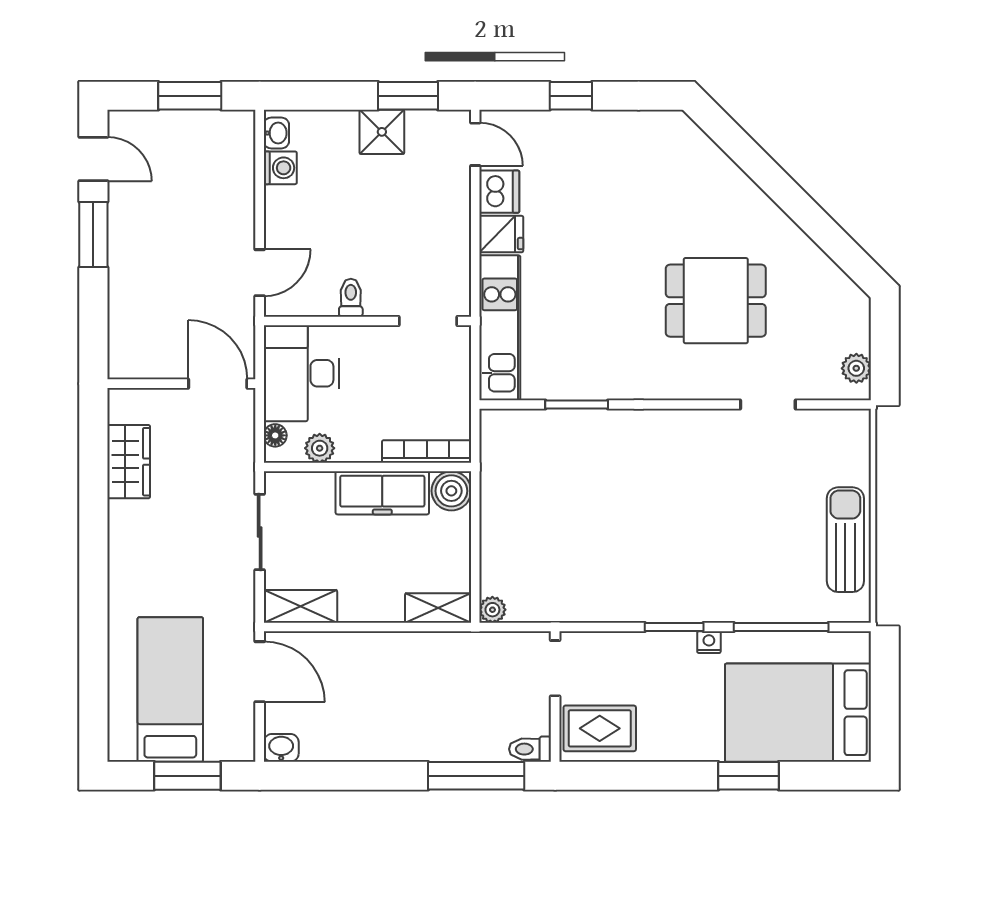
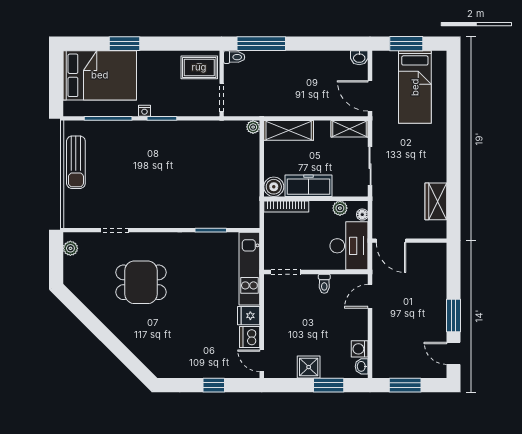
window: (408, 96) -> (329, 385), moved
shelving: (438, 608) -> (289, 130), width x1.50, depth x1.33

